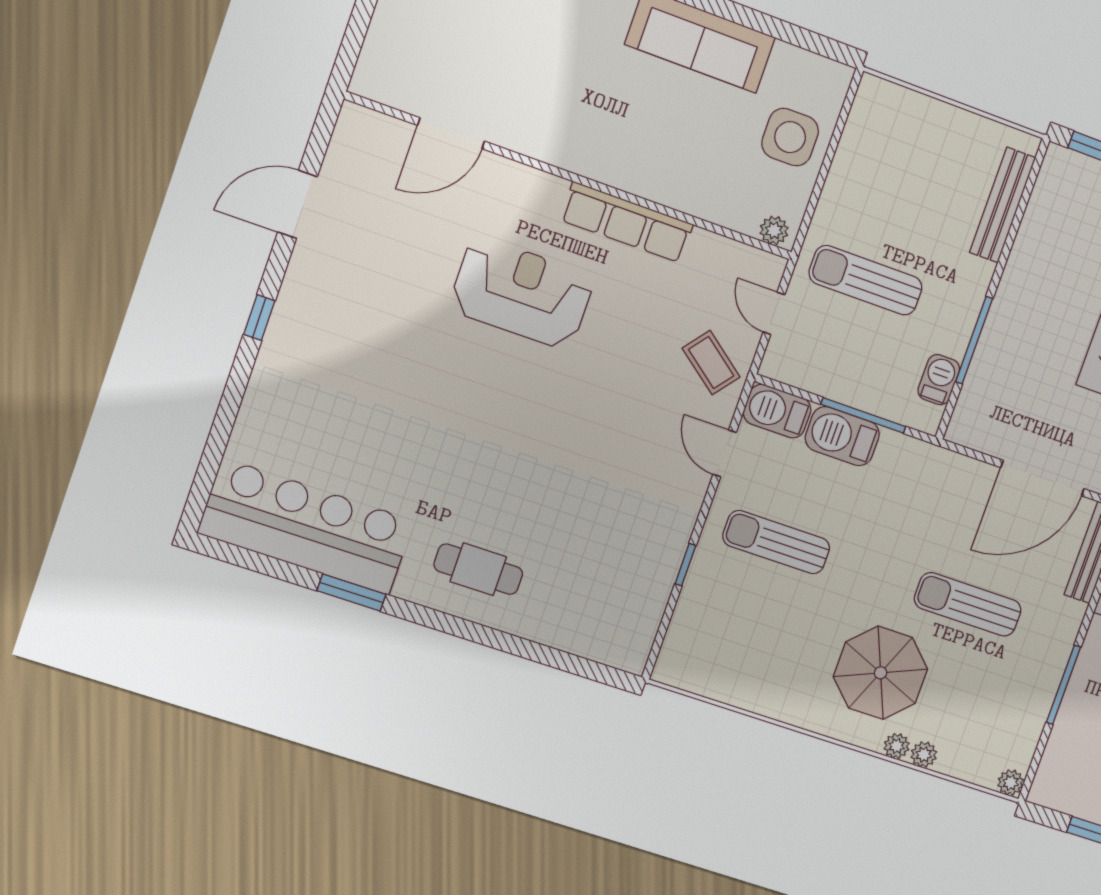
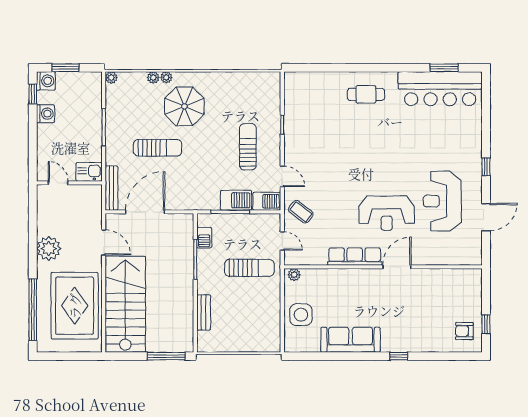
door: (451, 133) -> (397, 267), moved
bench: (1003, 205) -> (204, 313), width x0.73
reception desk: (386, 276) -> (442, 201), added
sun lounger: (776, 542) -> (248, 147), turned -90
window: (351, 593) -> (444, 68), moved

